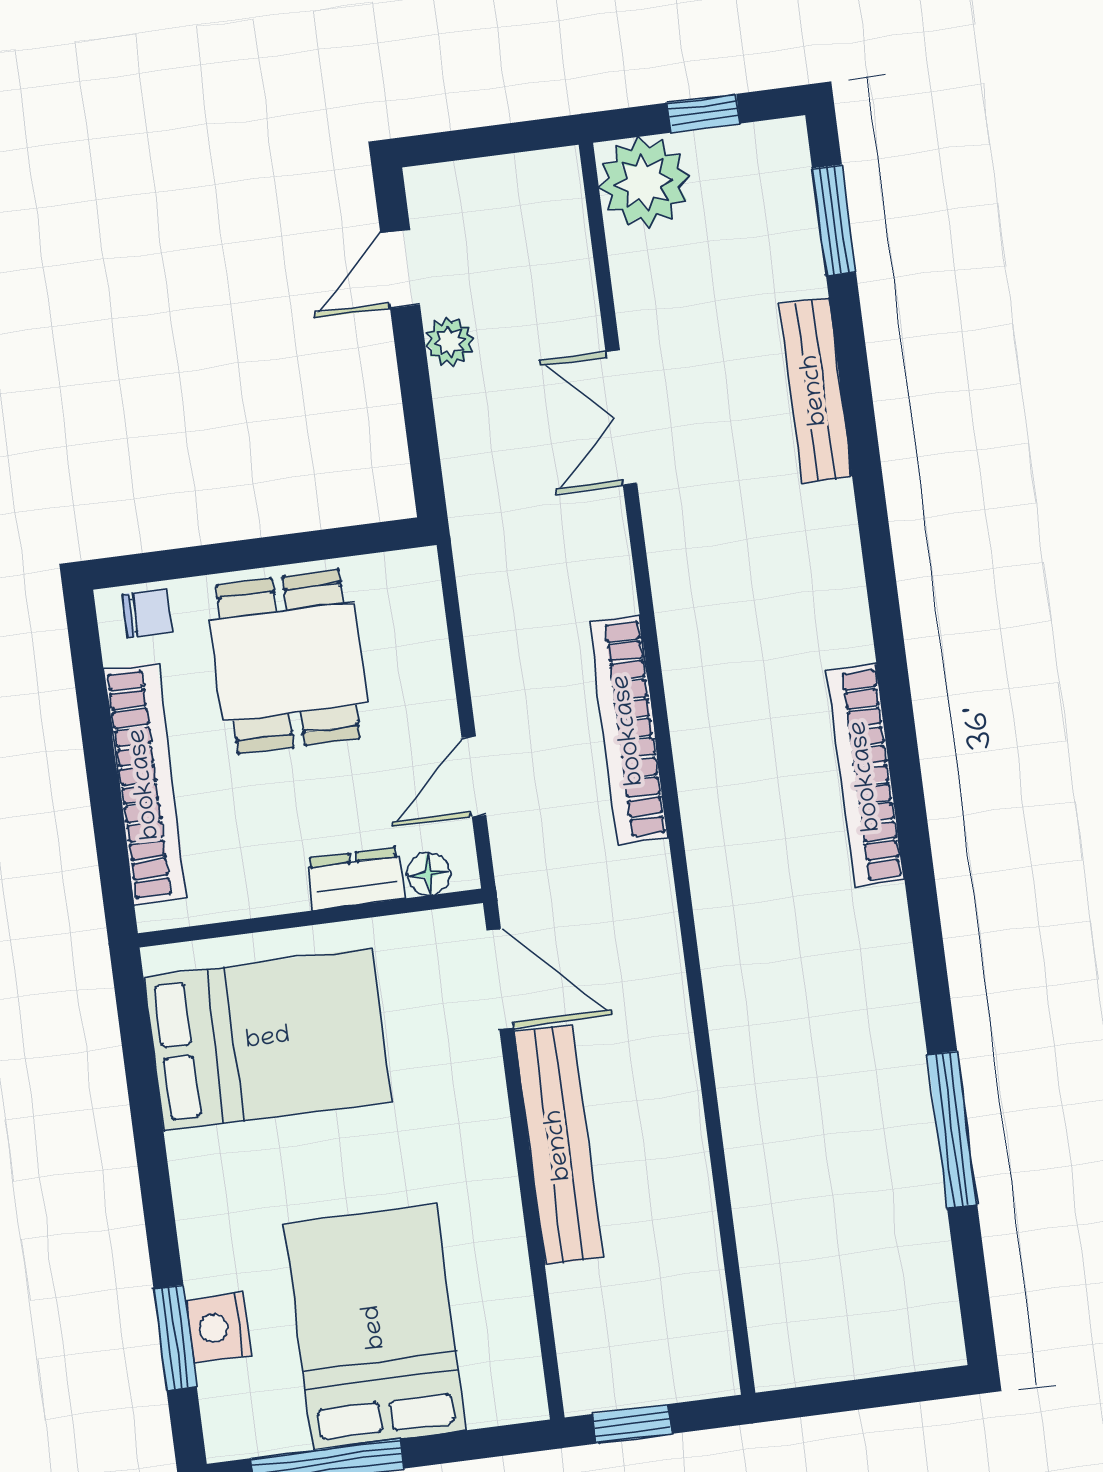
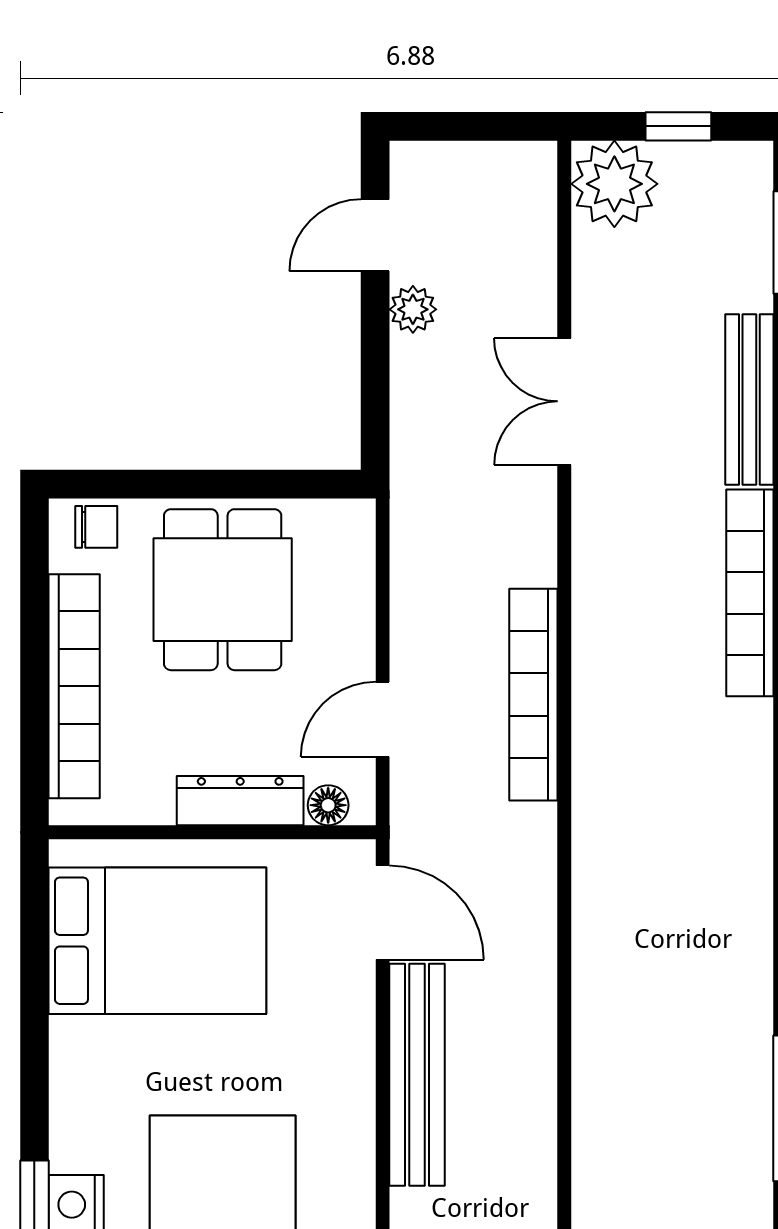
bookcase: (866, 776) -> (750, 593), moved
dresser: (356, 878) -> (240, 801), width x1.44

